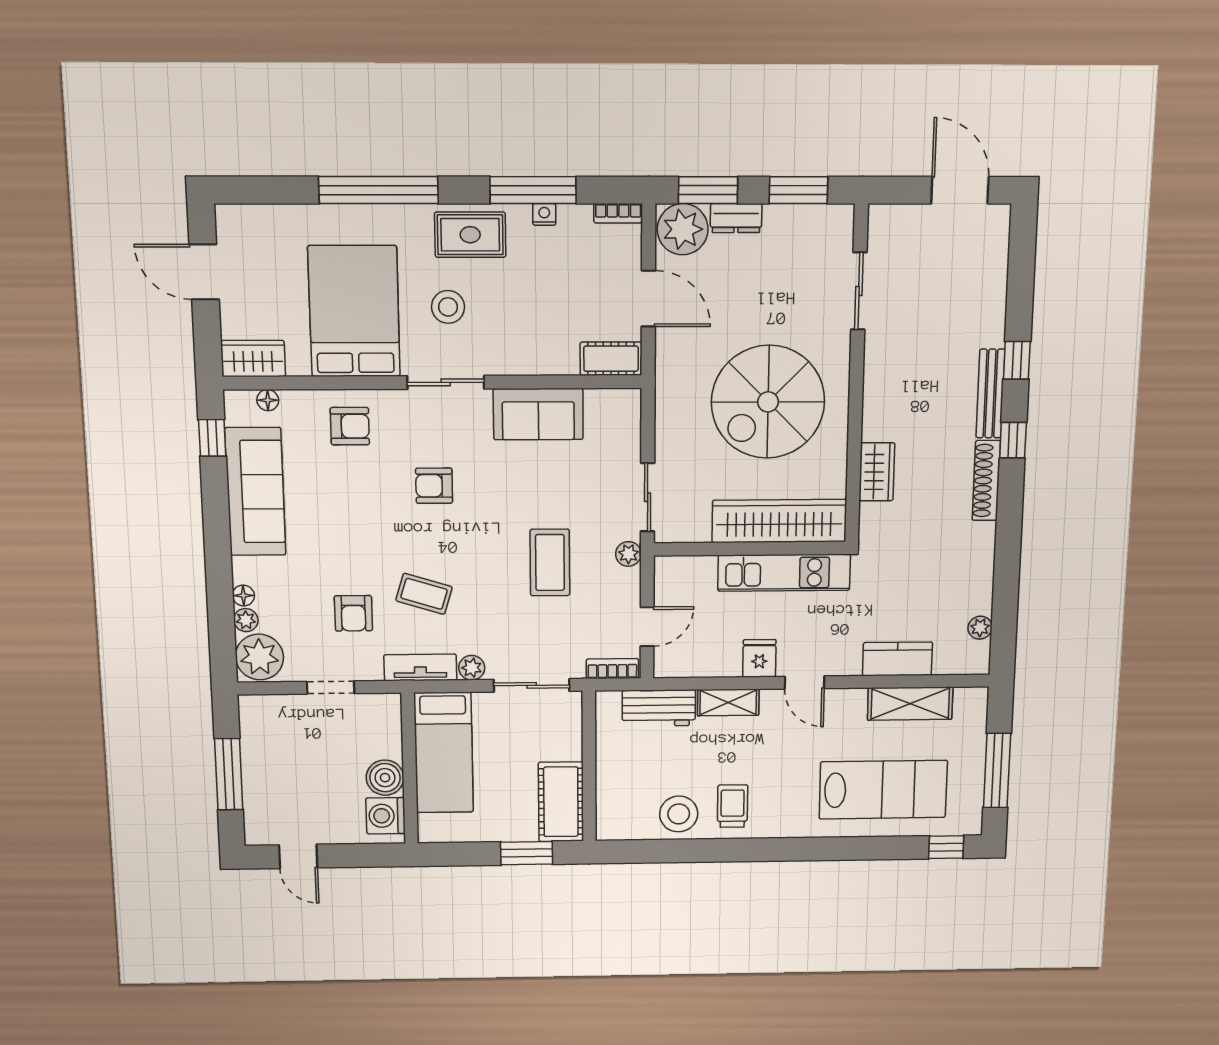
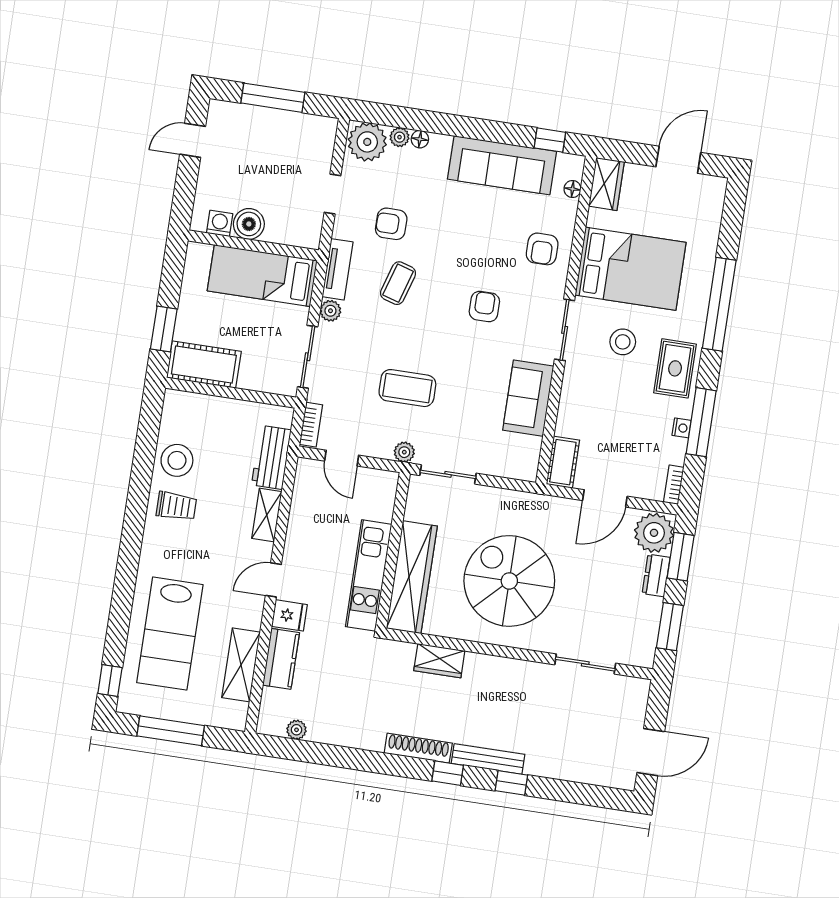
fridge: (759, 658) -> (289, 615), moved
washing machine: (386, 816) -> (220, 223), width x0.73, depth x0.73

